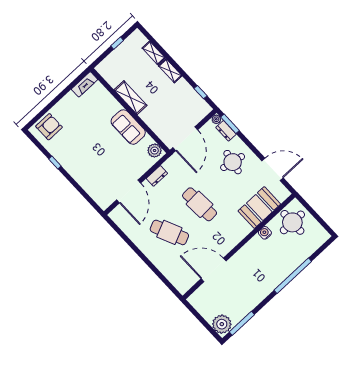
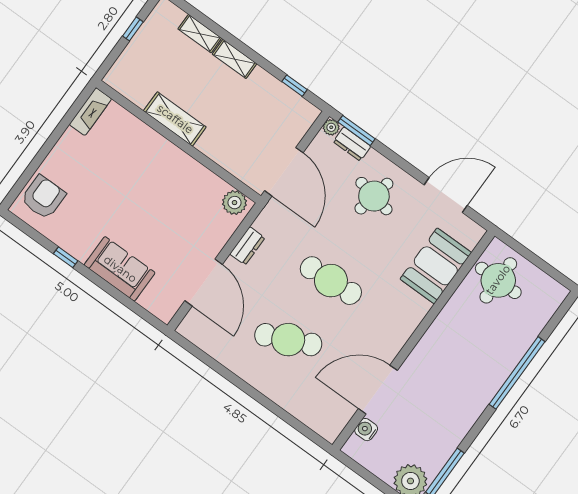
sofa: (128, 127) -> (120, 269), moved, turned 180
water cooler: (265, 233) -> (366, 430), moved

